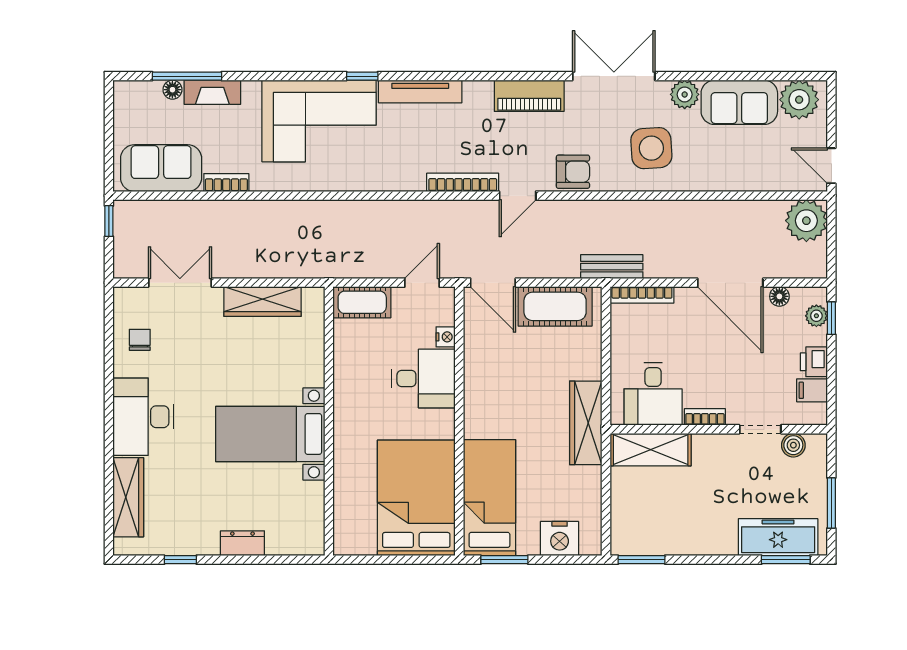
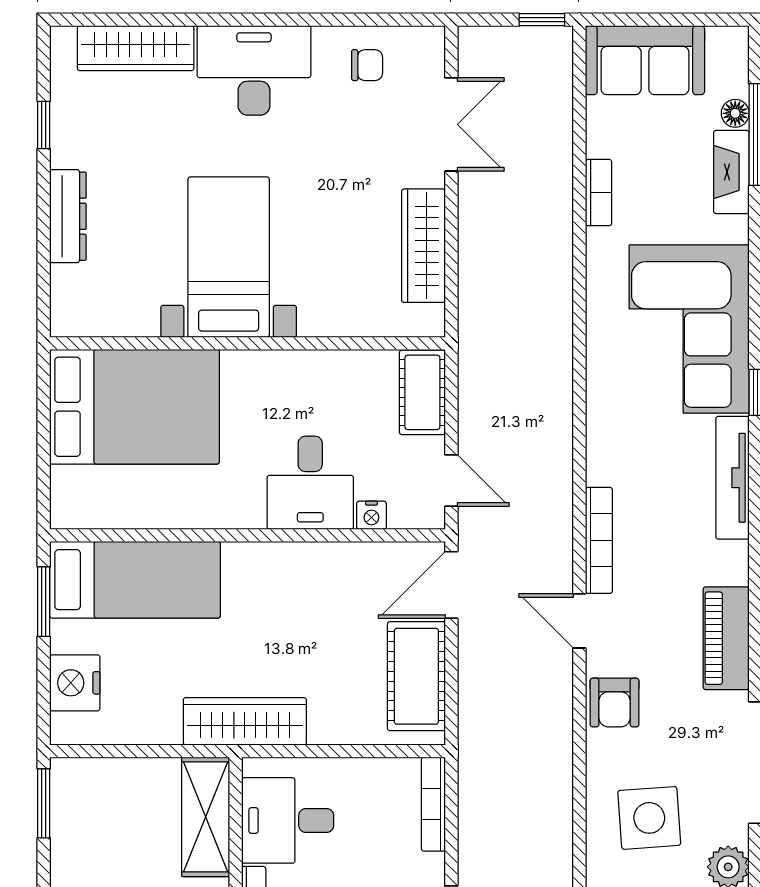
sofa: (161, 168) -> (645, 60), moved, turned 90
bench: (612, 267) -> (475, 760), removed
bed: (416, 498) -> (135, 407), moved
dresser: (242, 543) -> (68, 216), width x1.44

